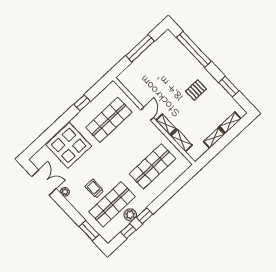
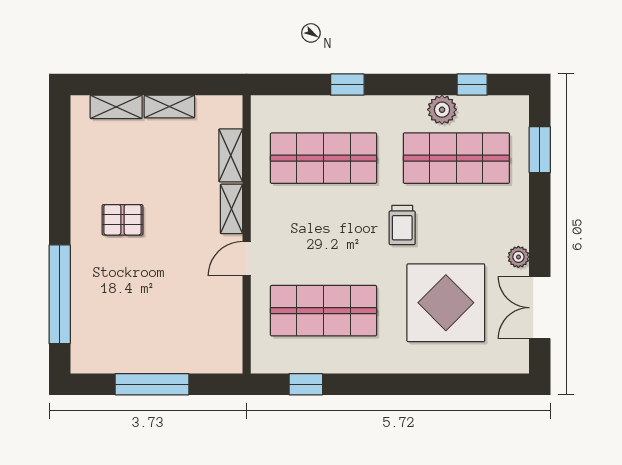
window: (229, 87) -> (60, 172), removed
window: (82, 103) -> (306, 384), moved
display table: (69, 145) -> (446, 303), moved
trolley: (94, 189) -> (402, 225), moved
window: (145, 216) -> (347, 85), moved

